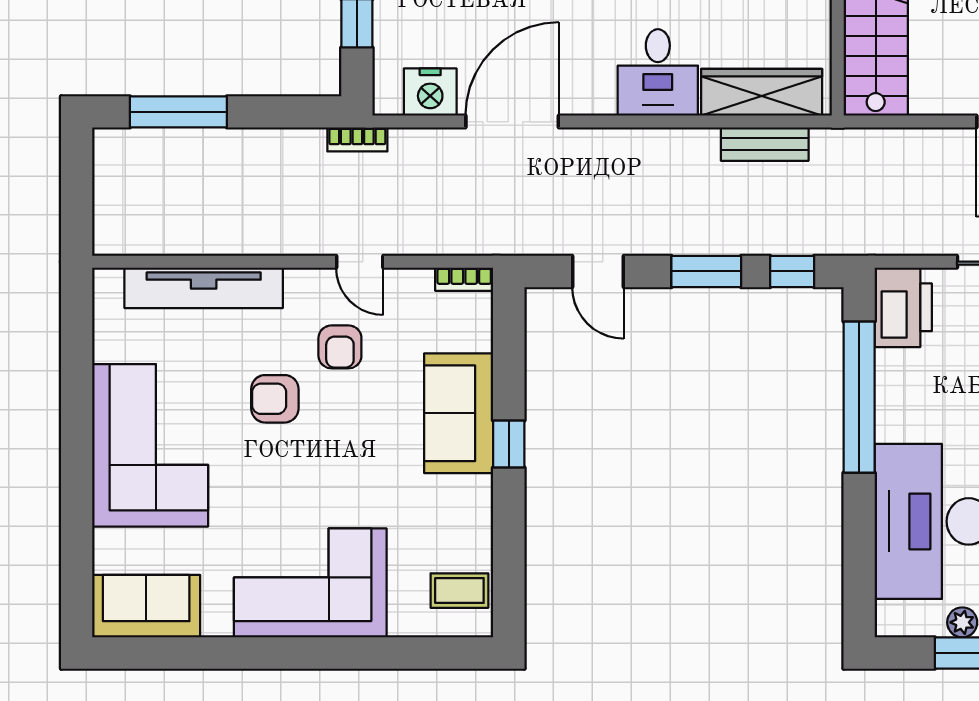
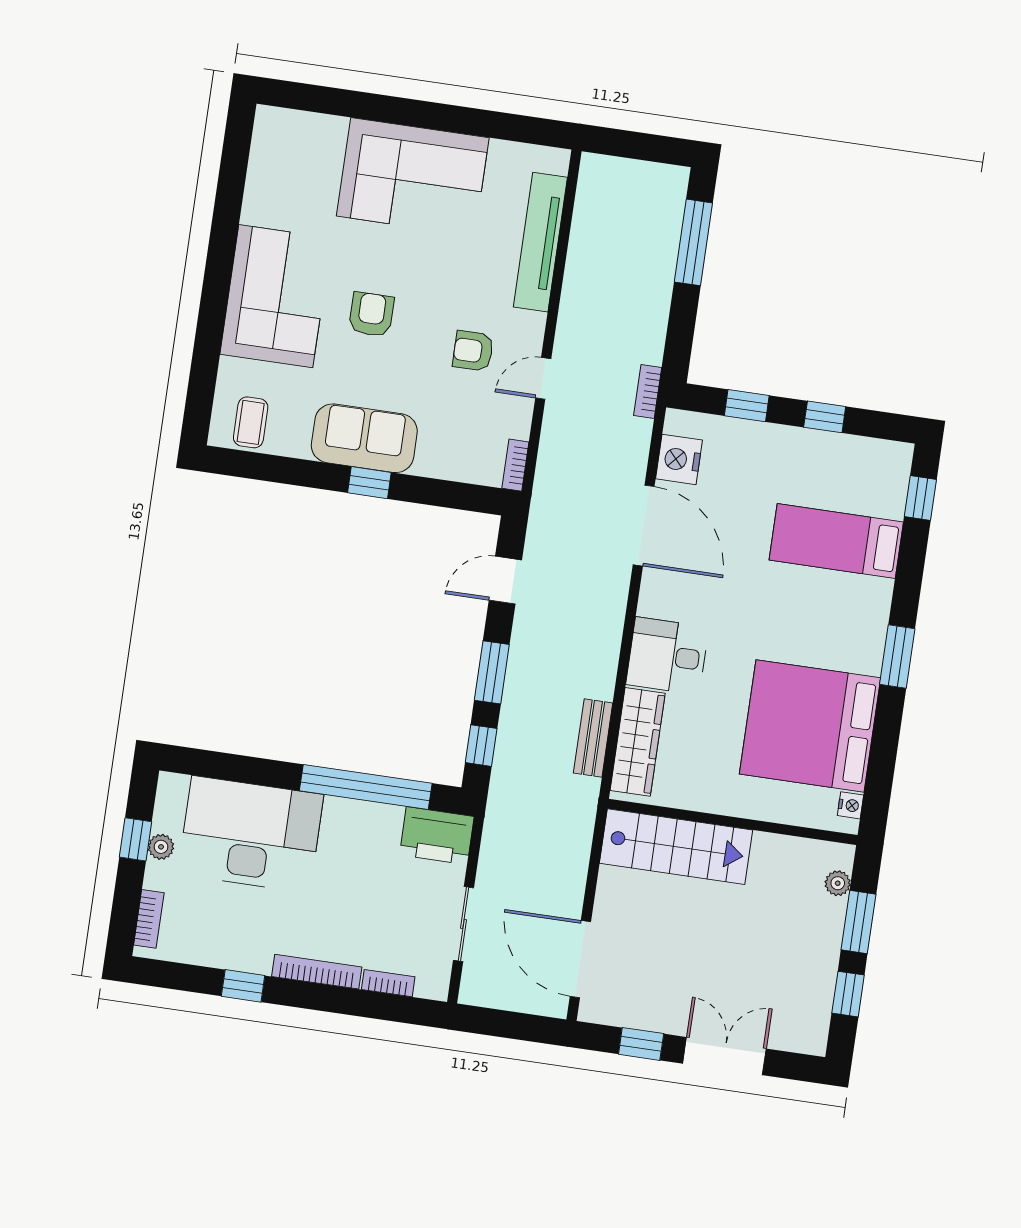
armchair: (275, 399) -> (371, 314), moved
sofa: (459, 413) -> (364, 438), moved
sofa: (146, 606) -> (276, 154), removed

